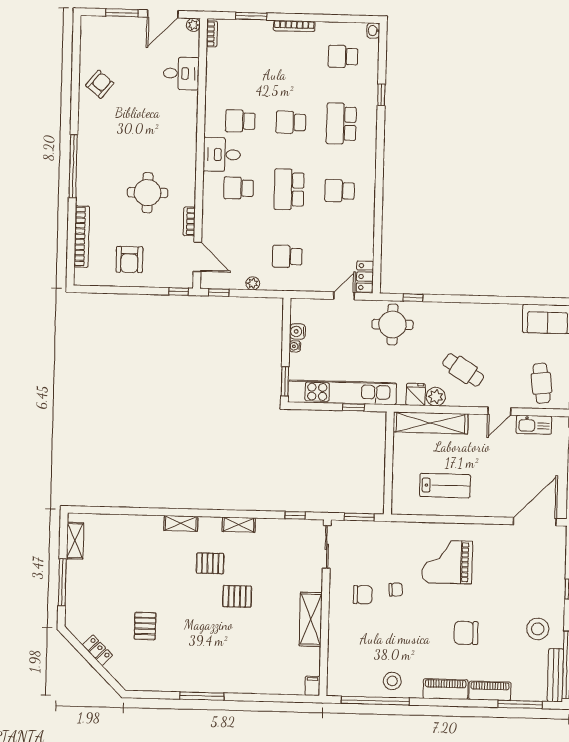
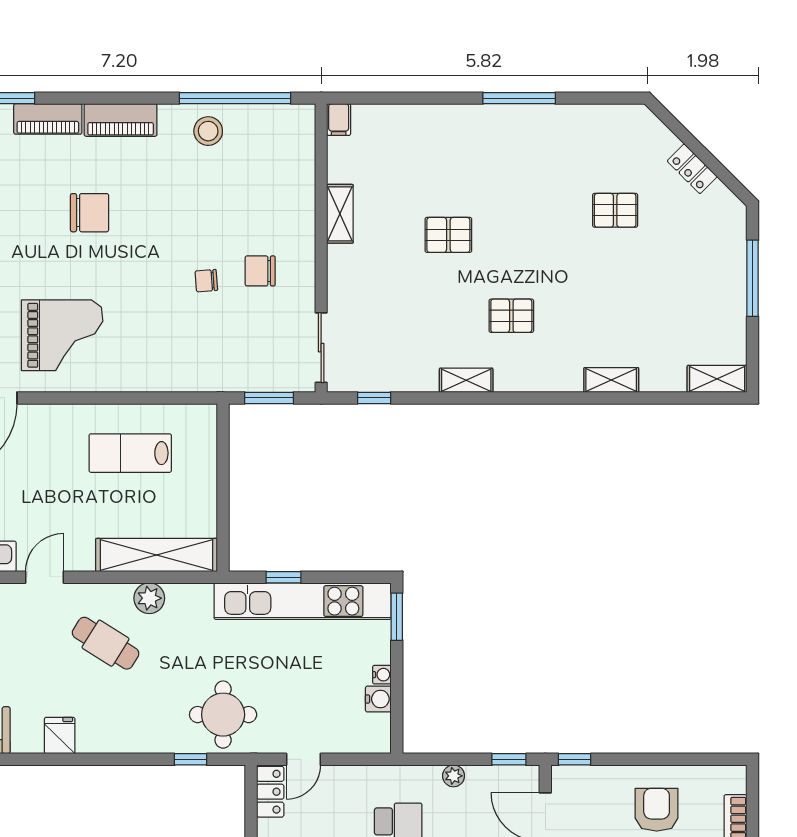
fridge: (416, 394) -> (60, 735), moved, turned 180
shelving: (181, 523) -> (611, 380), moved
shelving: (75, 541) -> (717, 379), moved, turned 90
grand piano: (447, 562) -> (62, 335), moved
pallet: (237, 596) -> (448, 235), moved
shelving: (311, 619) -> (340, 214), width x0.67, depth x0.75
pallet: (145, 626) -> (615, 210), turned 90

